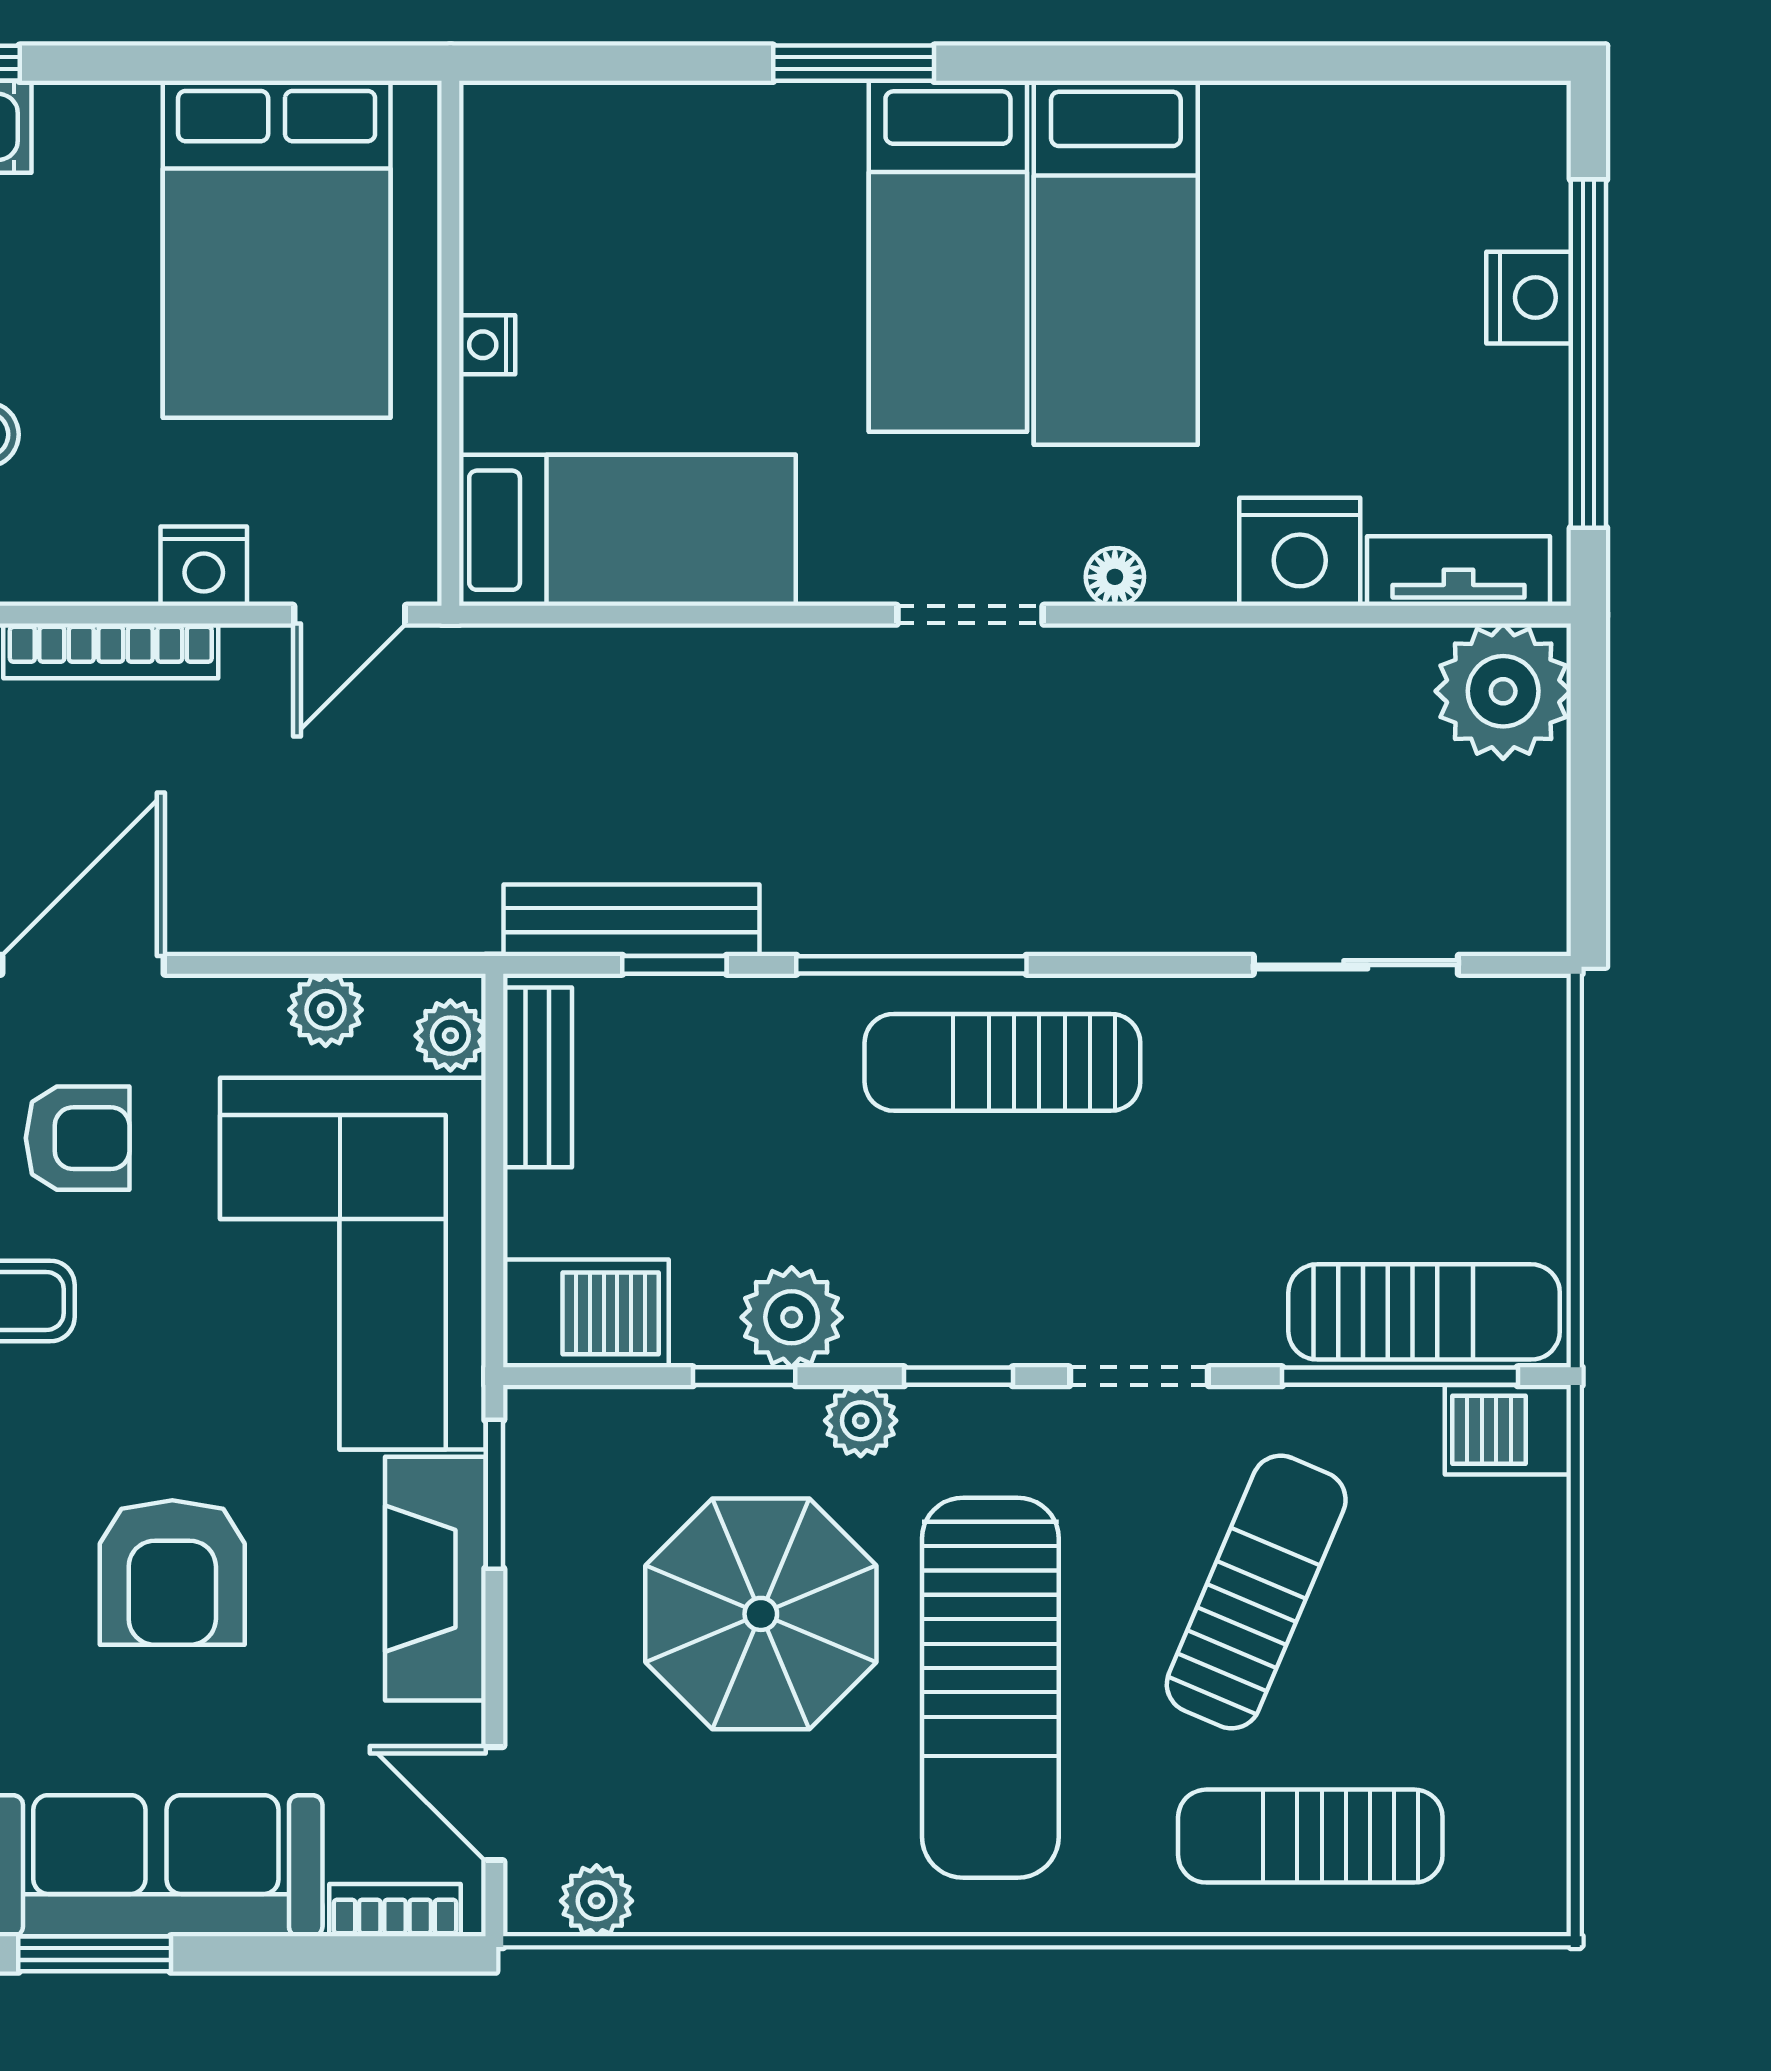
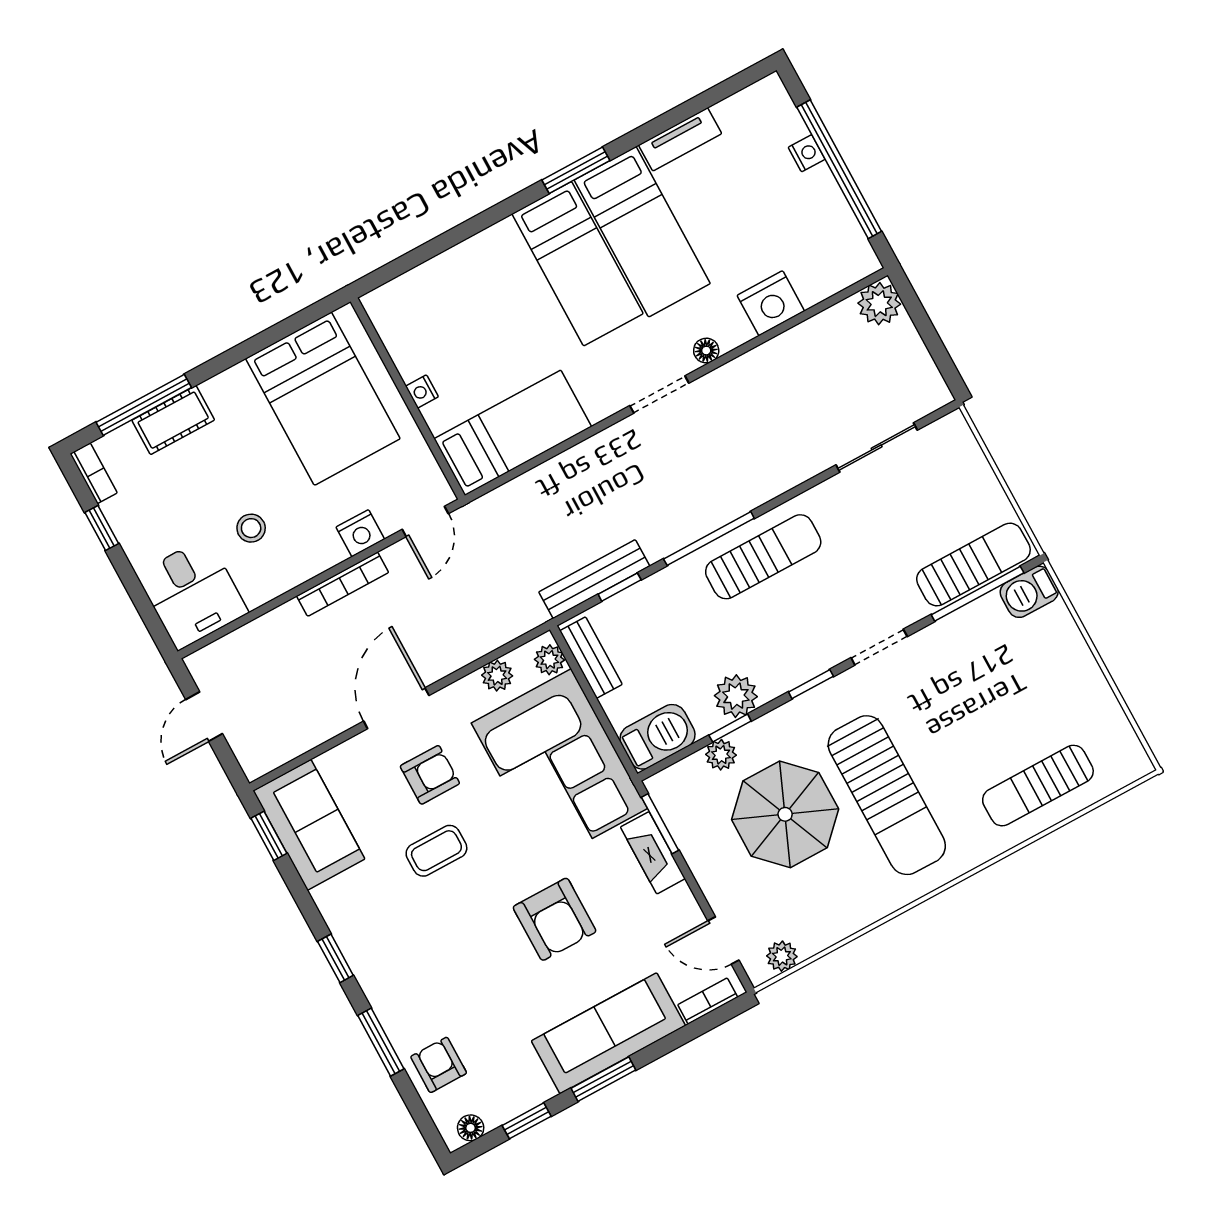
window: (854, 63) -> (576, 170), moved
nightstand: (1529, 298) -> (807, 153), width x0.72, depth x0.74
tv unit: (1459, 571) -> (680, 139), moved, turned 180
plant: (1503, 691) -> (879, 304), width x0.73, depth x0.73
sun lounger: (1002, 1062) -> (763, 557), turned 180
plant: (861, 1421) -> (721, 755), moved
fireplace: (435, 1579) -> (653, 853), width x0.73, depth x0.76
sun lounger: (1256, 1592) -> (967, 705), removed

